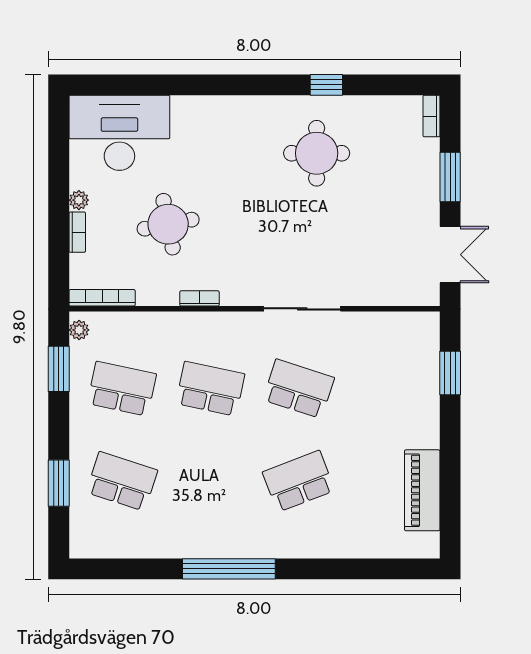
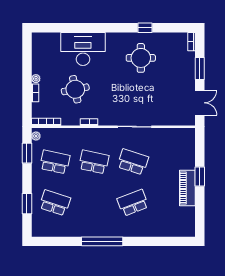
desk: (119, 133) -> (83, 49), moved
window: (450, 373) -> (200, 176), moved
piano: (422, 490) -> (187, 188), moved

